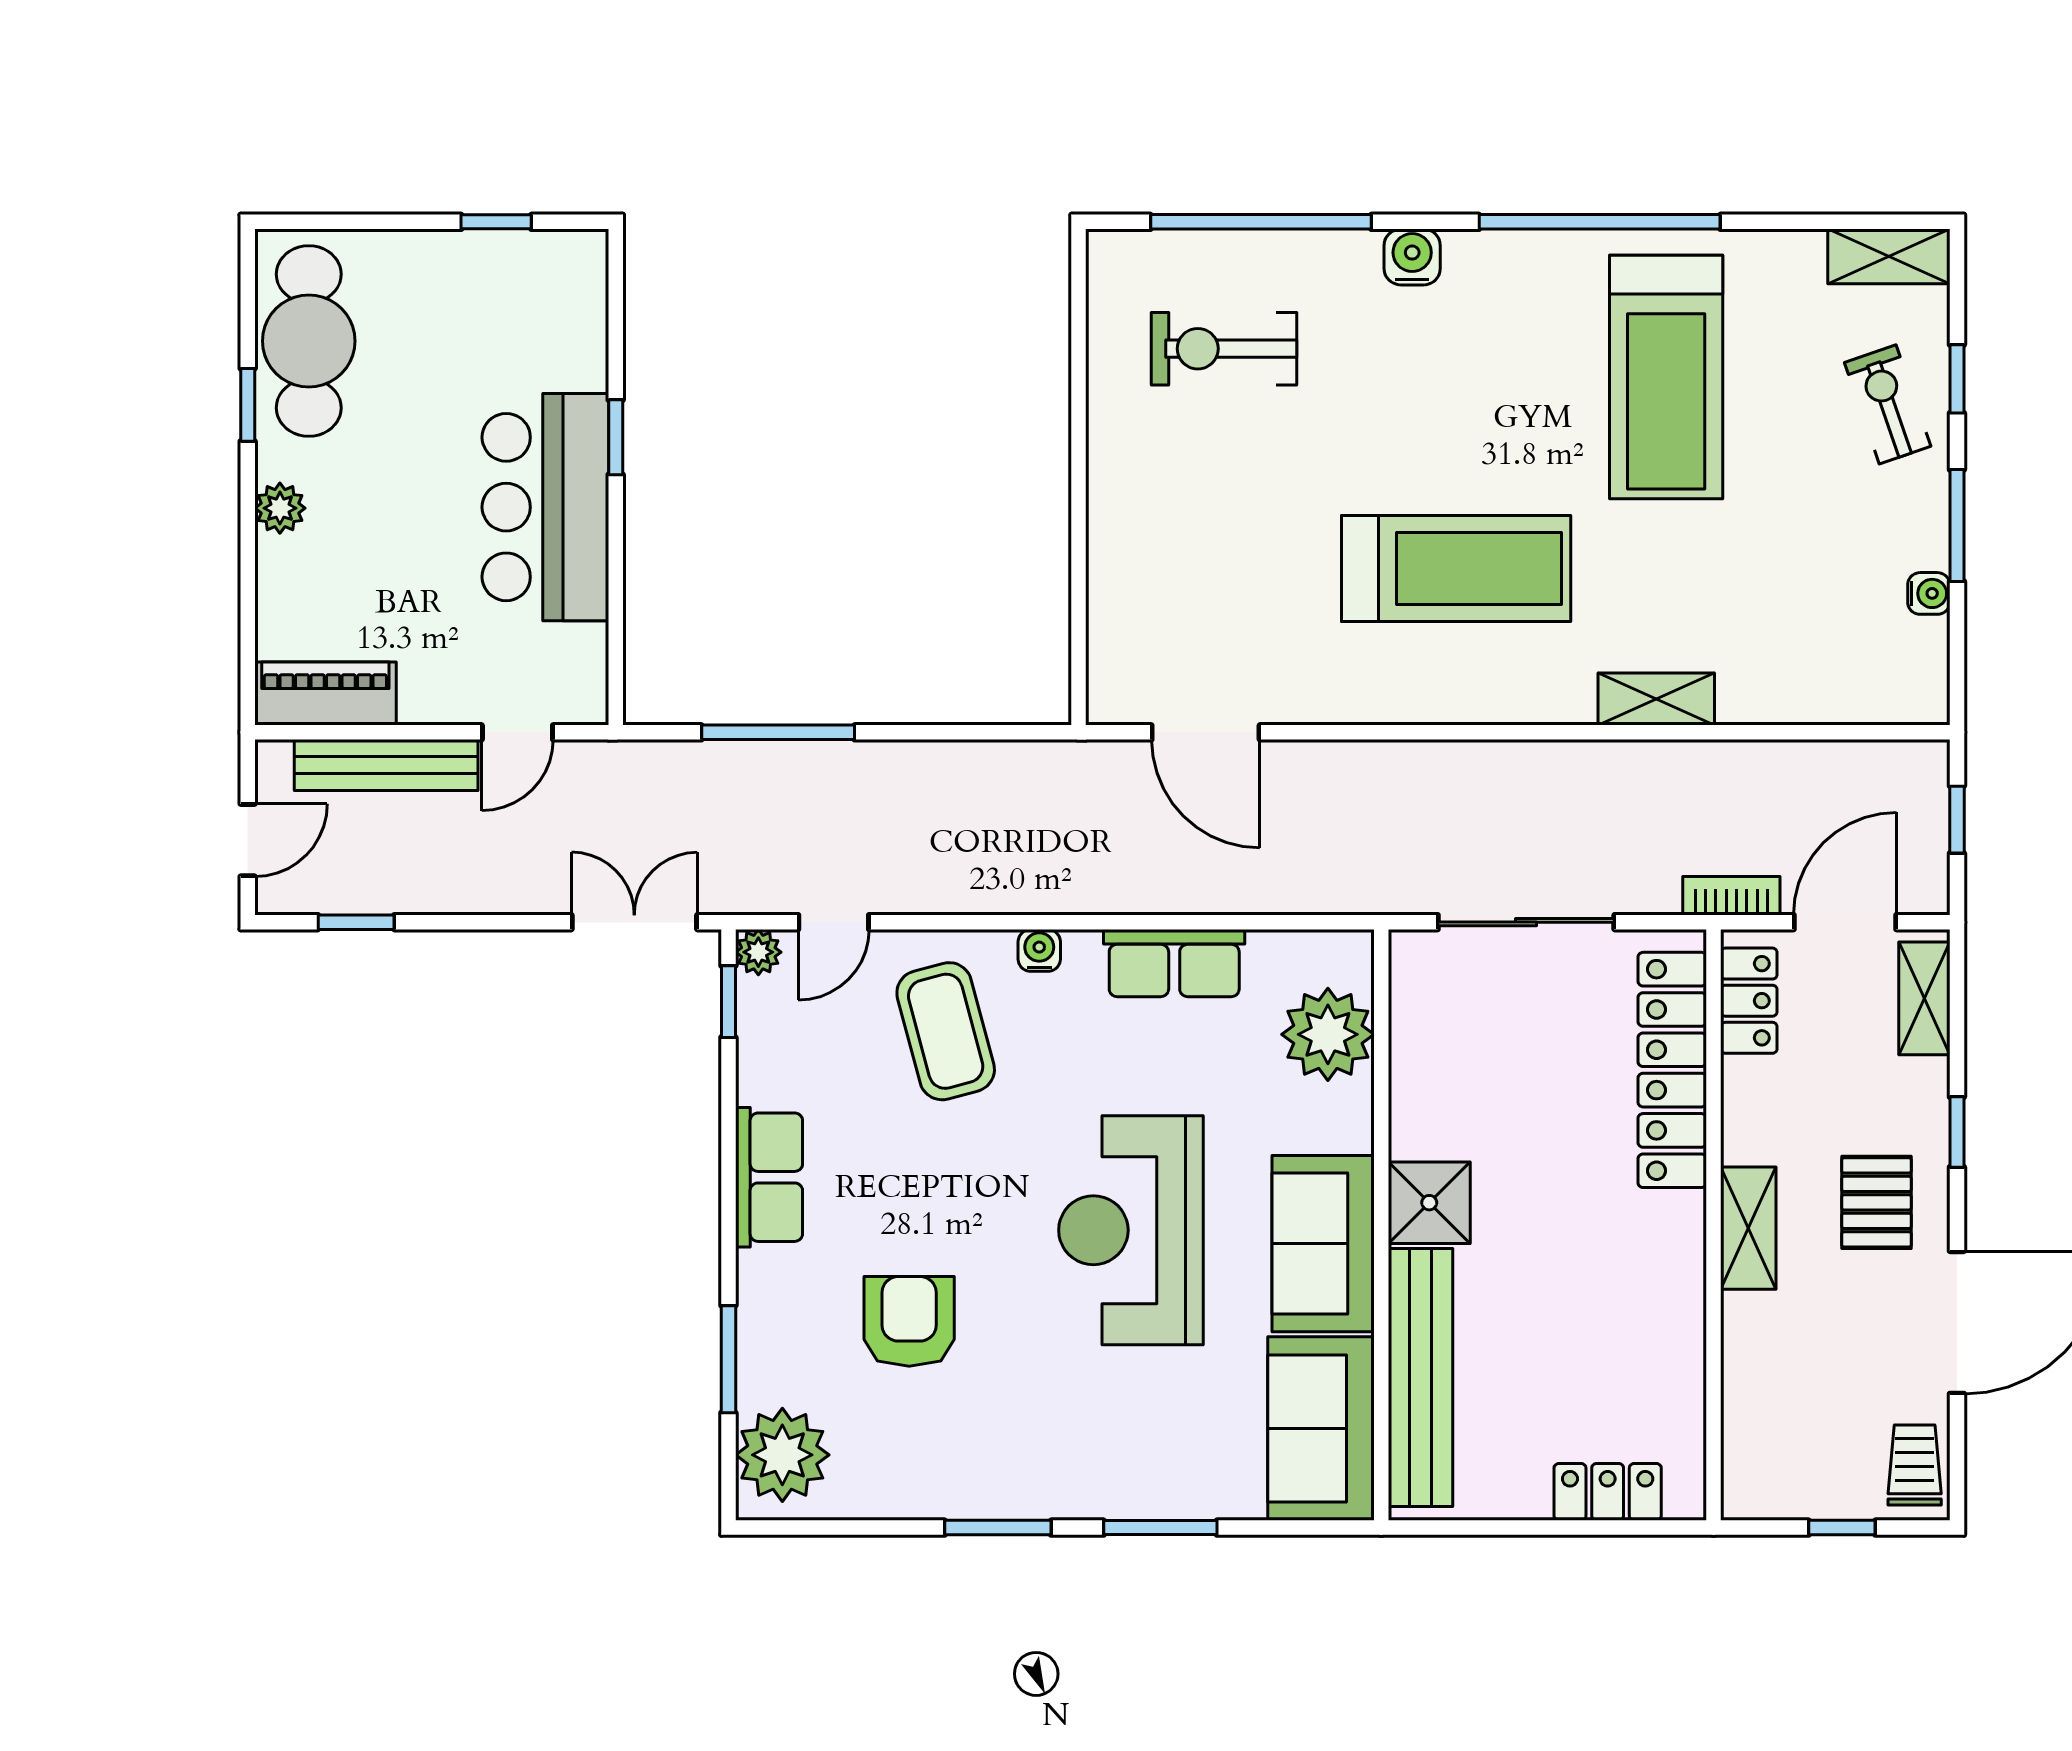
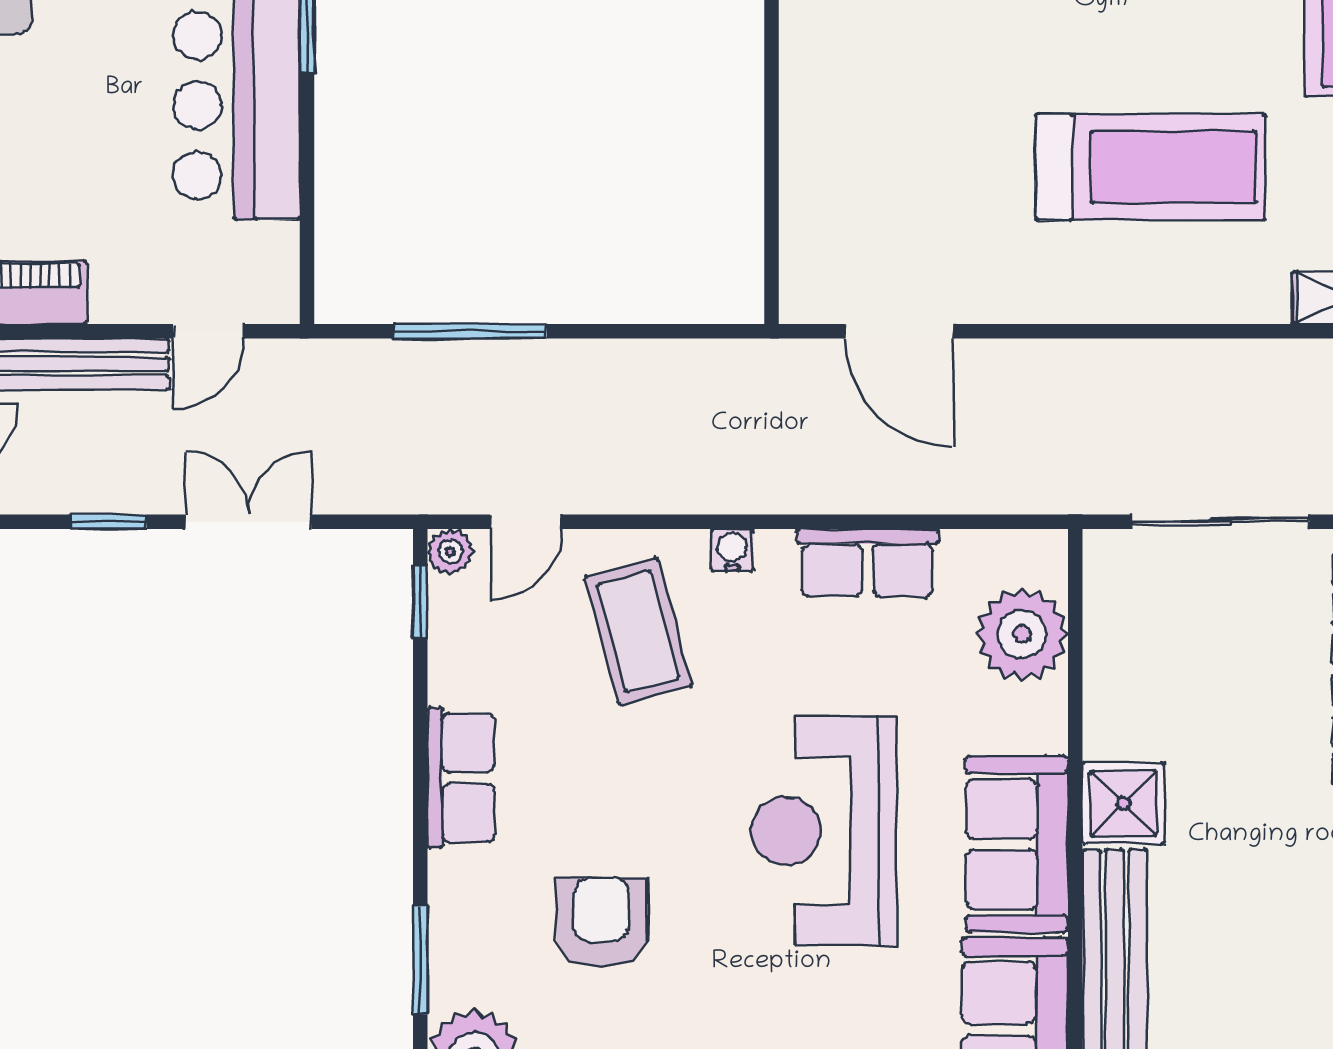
window: (356, 922) -> (109, 522), moved
double door: (634, 922) -> (248, 522), moved

